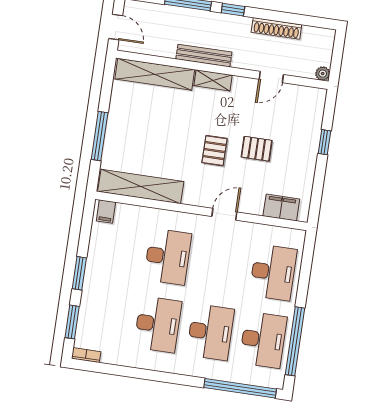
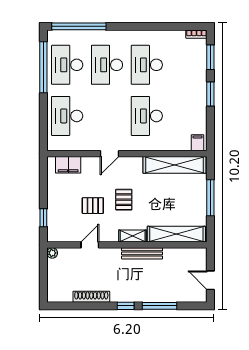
bench: (204, 56) -> (142, 253), moved
wall: (222, 70) -> (127, 245), moved
shelving: (155, 74) -> (176, 234), moved
plant: (323, 74) -> (52, 253), moved
door: (271, 77) -> (90, 245), moved
shelving: (213, 80) -> (133, 236), moved

